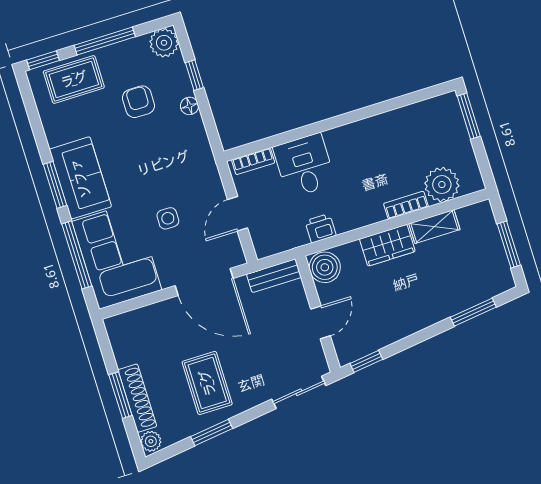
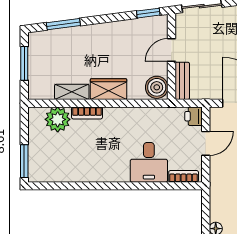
printer: (320, 228) -> (194, 116), moved, turned 90
bench: (274, 276) -> (182, 81), moved, turned 90

